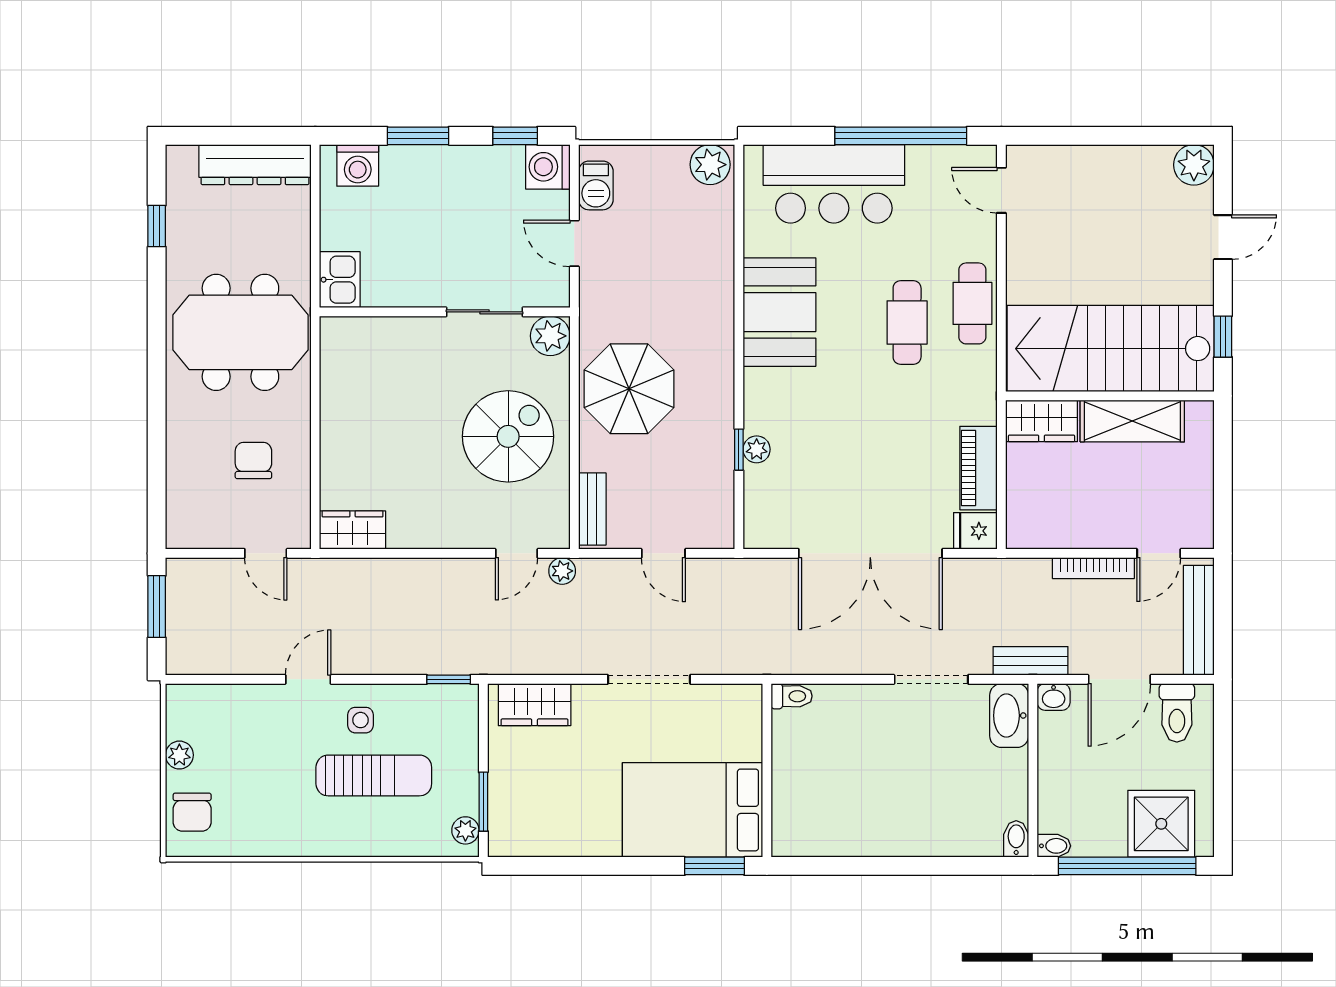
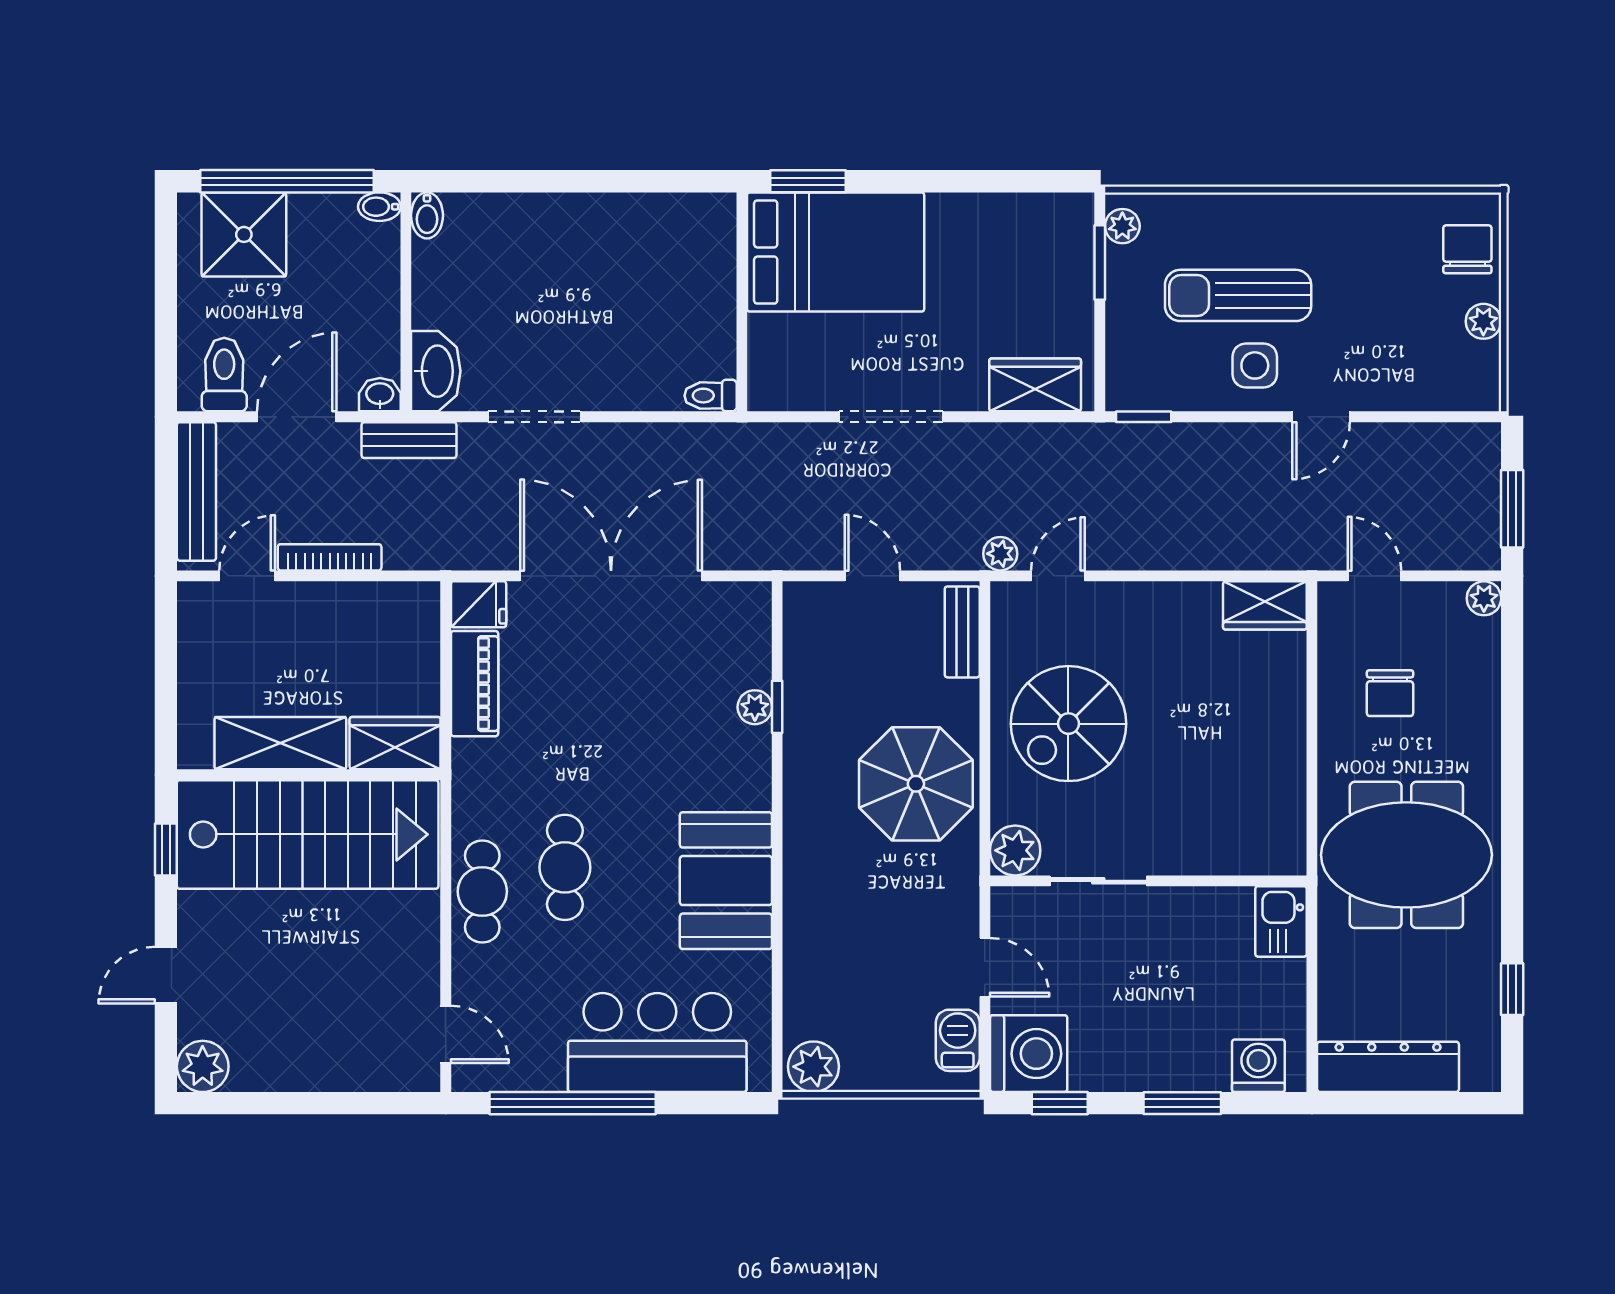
washing machine: (548, 167) -> (1029, 1054), width x1.37, depth x1.37
plant: (179, 536) -> (1484, 598), added
side table: (361, 720) -> (1255, 365), width x1.37, depth x1.37

